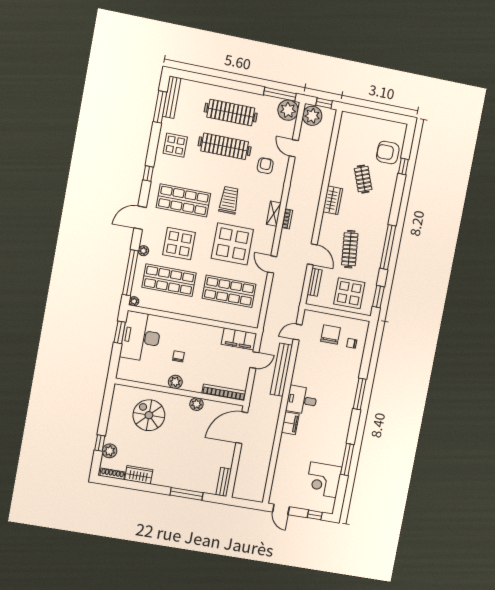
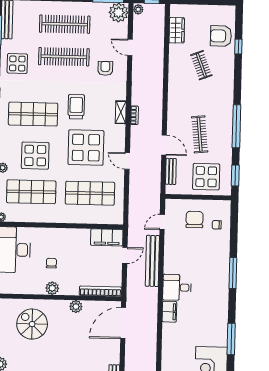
plant: (312, 116) -> (138, 9), width x0.53, depth x0.53
wardrobe: (333, 200) -> (177, 30), moved

